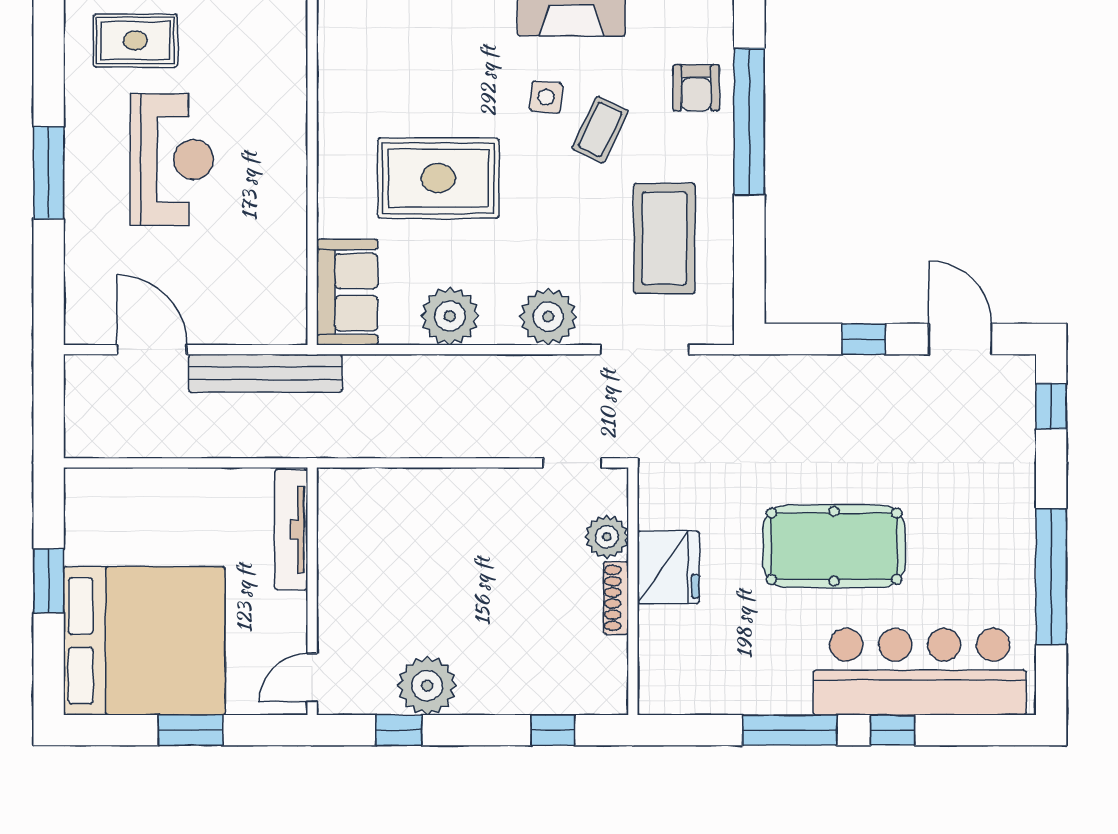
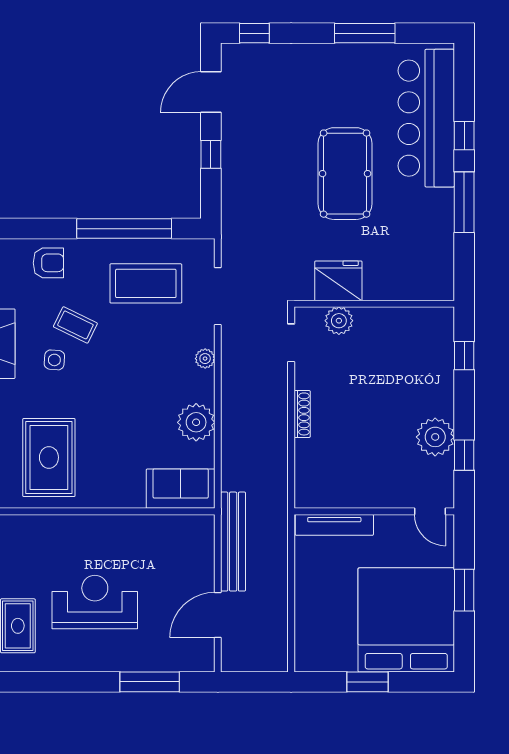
window: (749, 122) -> (124, 229), moved
window: (49, 173) -> (150, 682), moved
rug: (438, 178) -> (49, 457), moved
plant: (548, 317) -> (205, 359), width x0.53, depth x0.53
fridge: (668, 567) -> (338, 281), moved
window: (1051, 577) -> (365, 33), width x0.68
shoe rack: (616, 598) -> (302, 414), moved, turned -90

